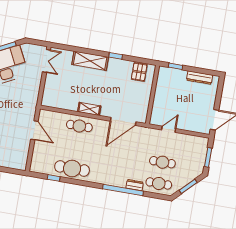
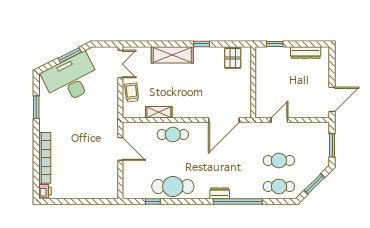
trolley: (52, 86) -> (132, 92), added
shelving: (89, 109) -> (159, 112), moved
dresser: (135, 185) -> (220, 193), moved

